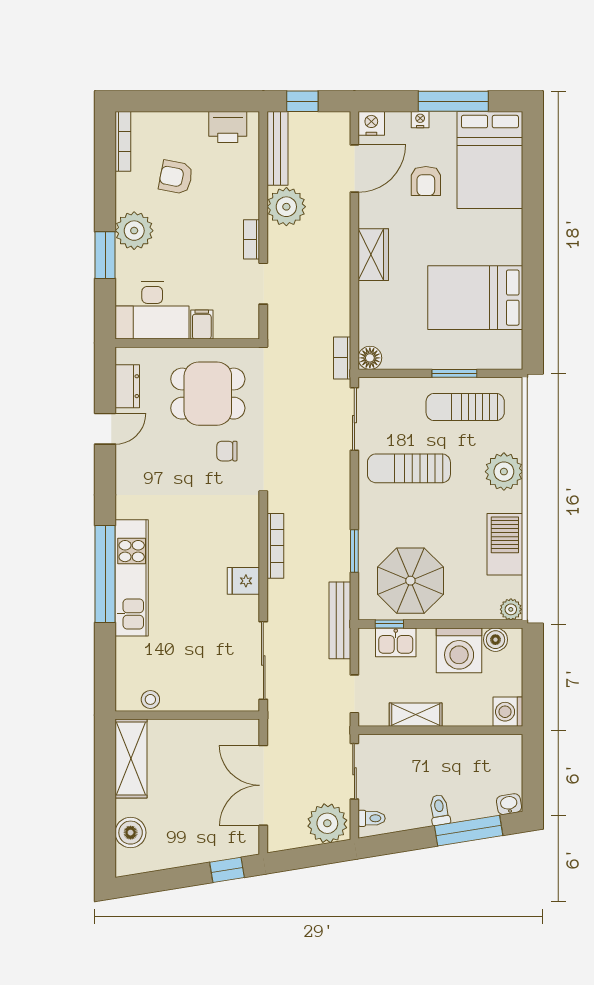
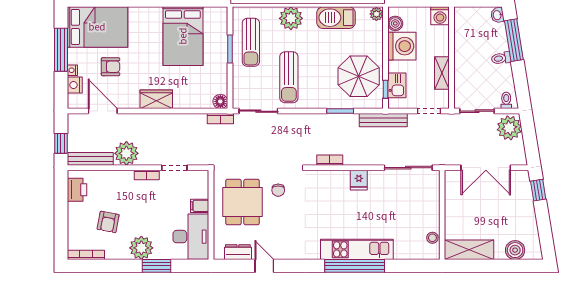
nightstand: (371, 123) -> (75, 85), moved
bookcase: (275, 546) -> (330, 160), width x0.64

